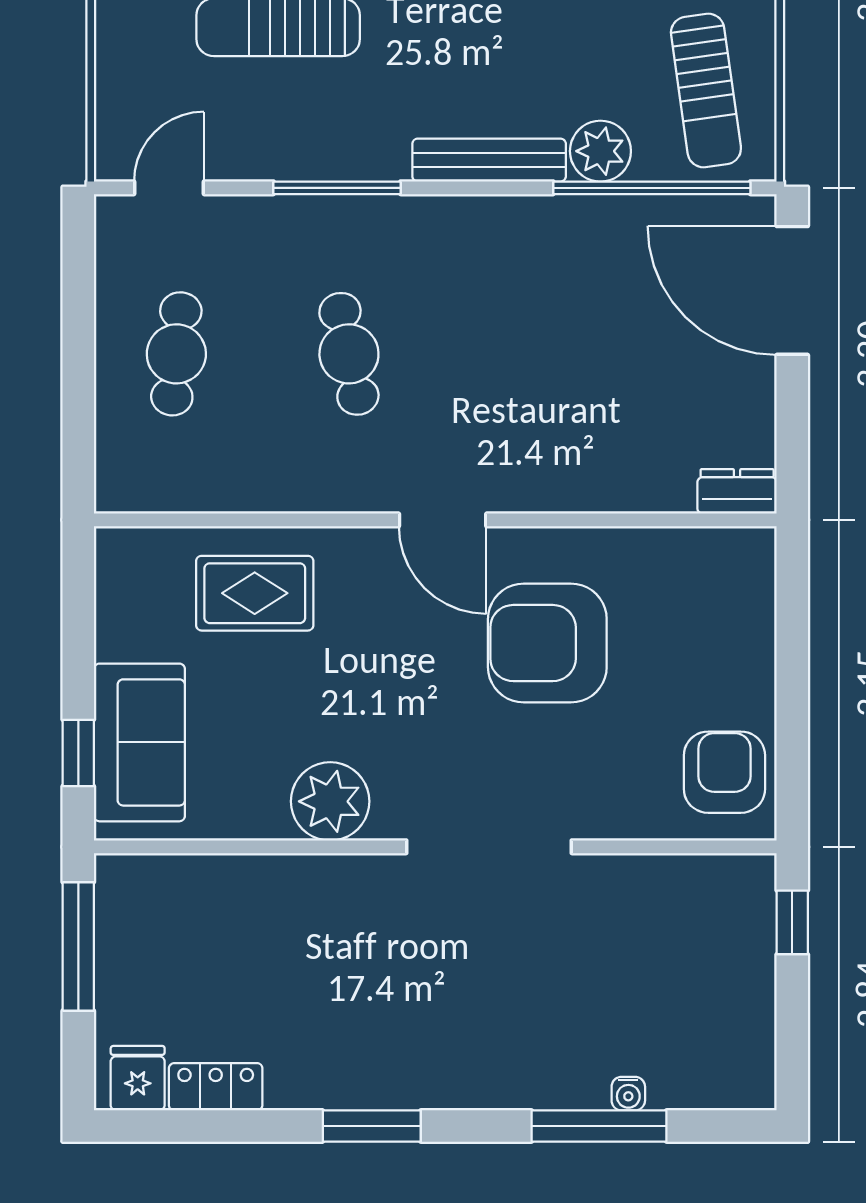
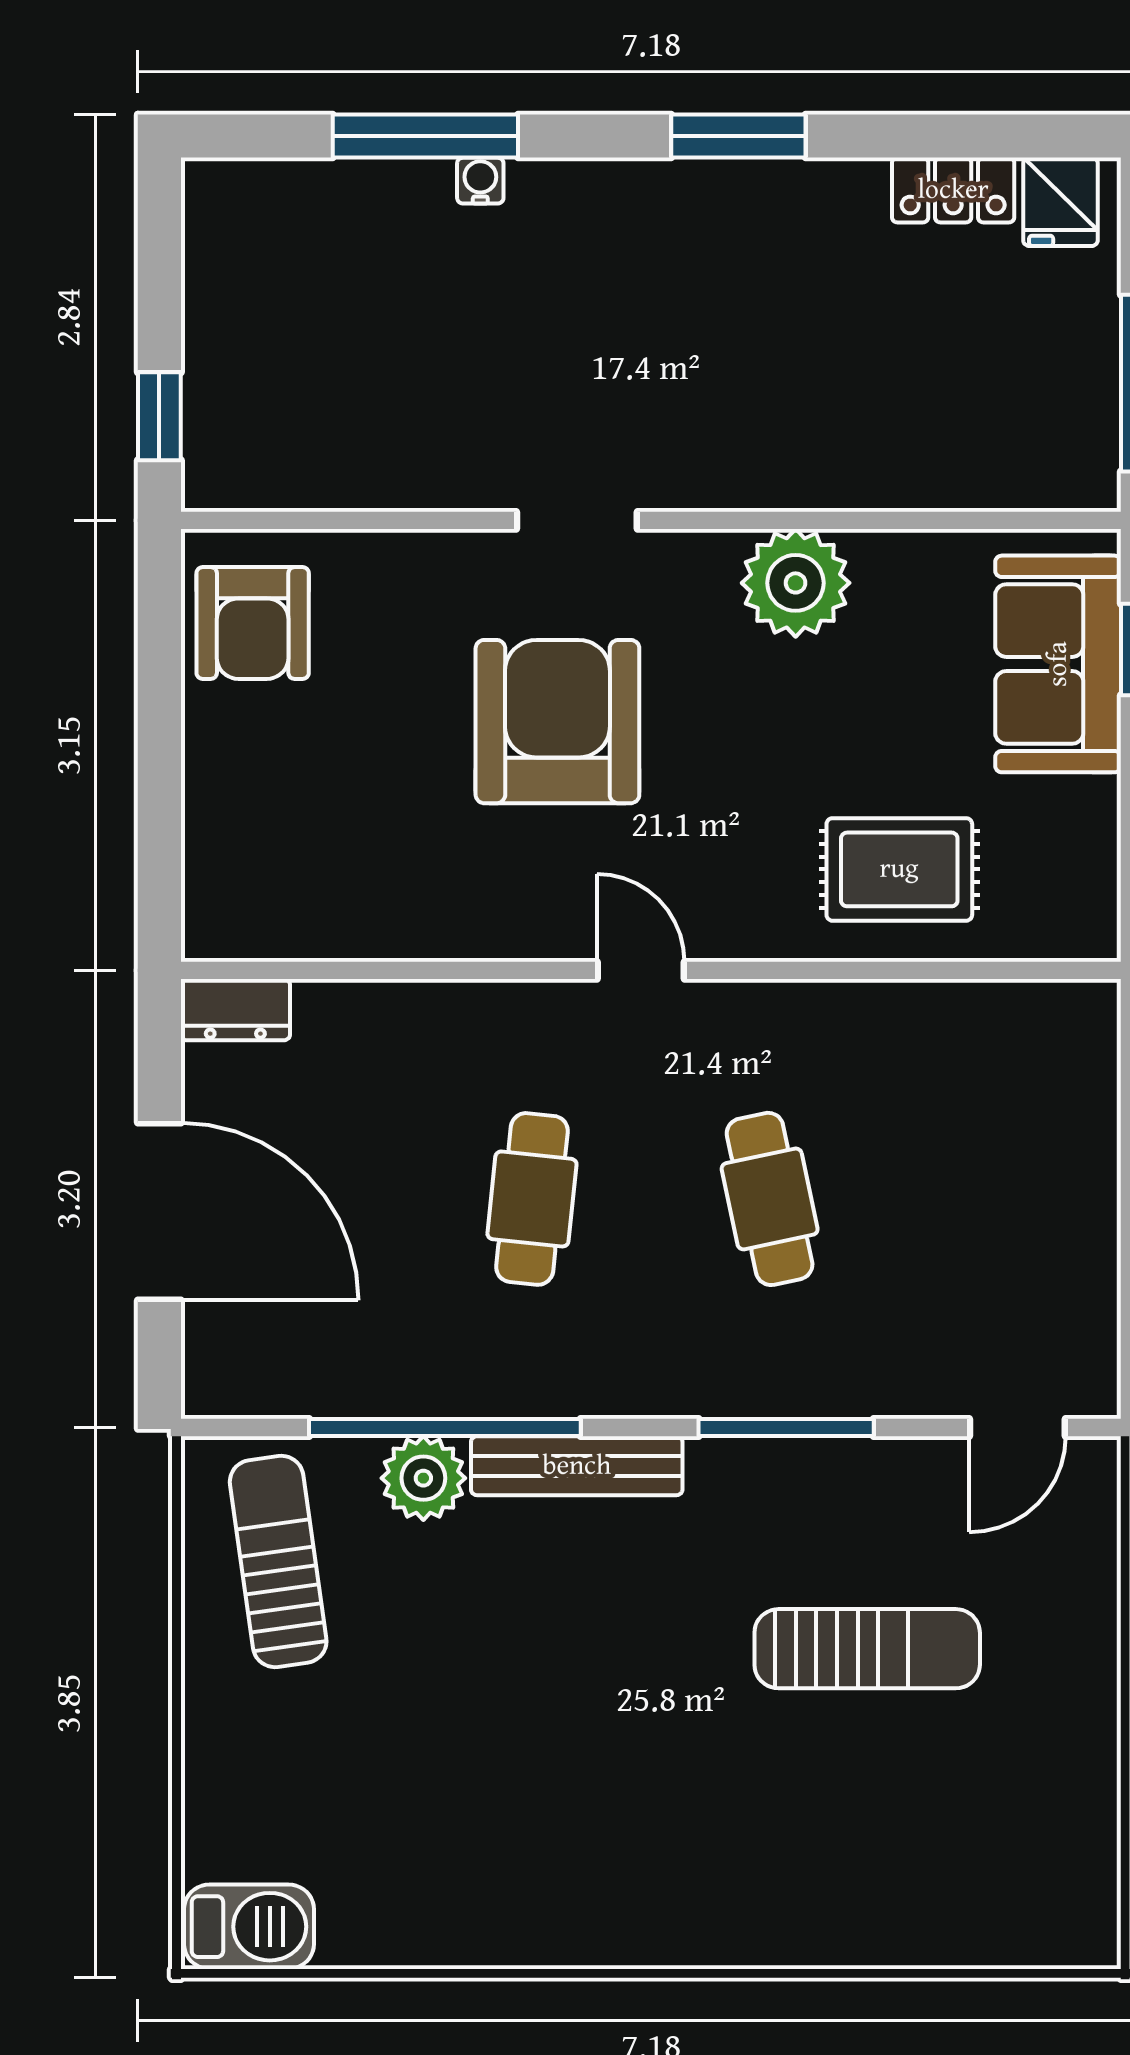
window: (652, 188) -> (445, 1428), moved
door: (792, 290) -> (159, 1212), moved
cafe table: (176, 354) -> (532, 1199), moved
door: (443, 520) -> (641, 970), width x0.73
armchair: (547, 643) -> (557, 722), moved, turned -90
doorway: (489, 847) -> (577, 520), width x0.53
water cooler: (628, 1094) -> (480, 181), moved

